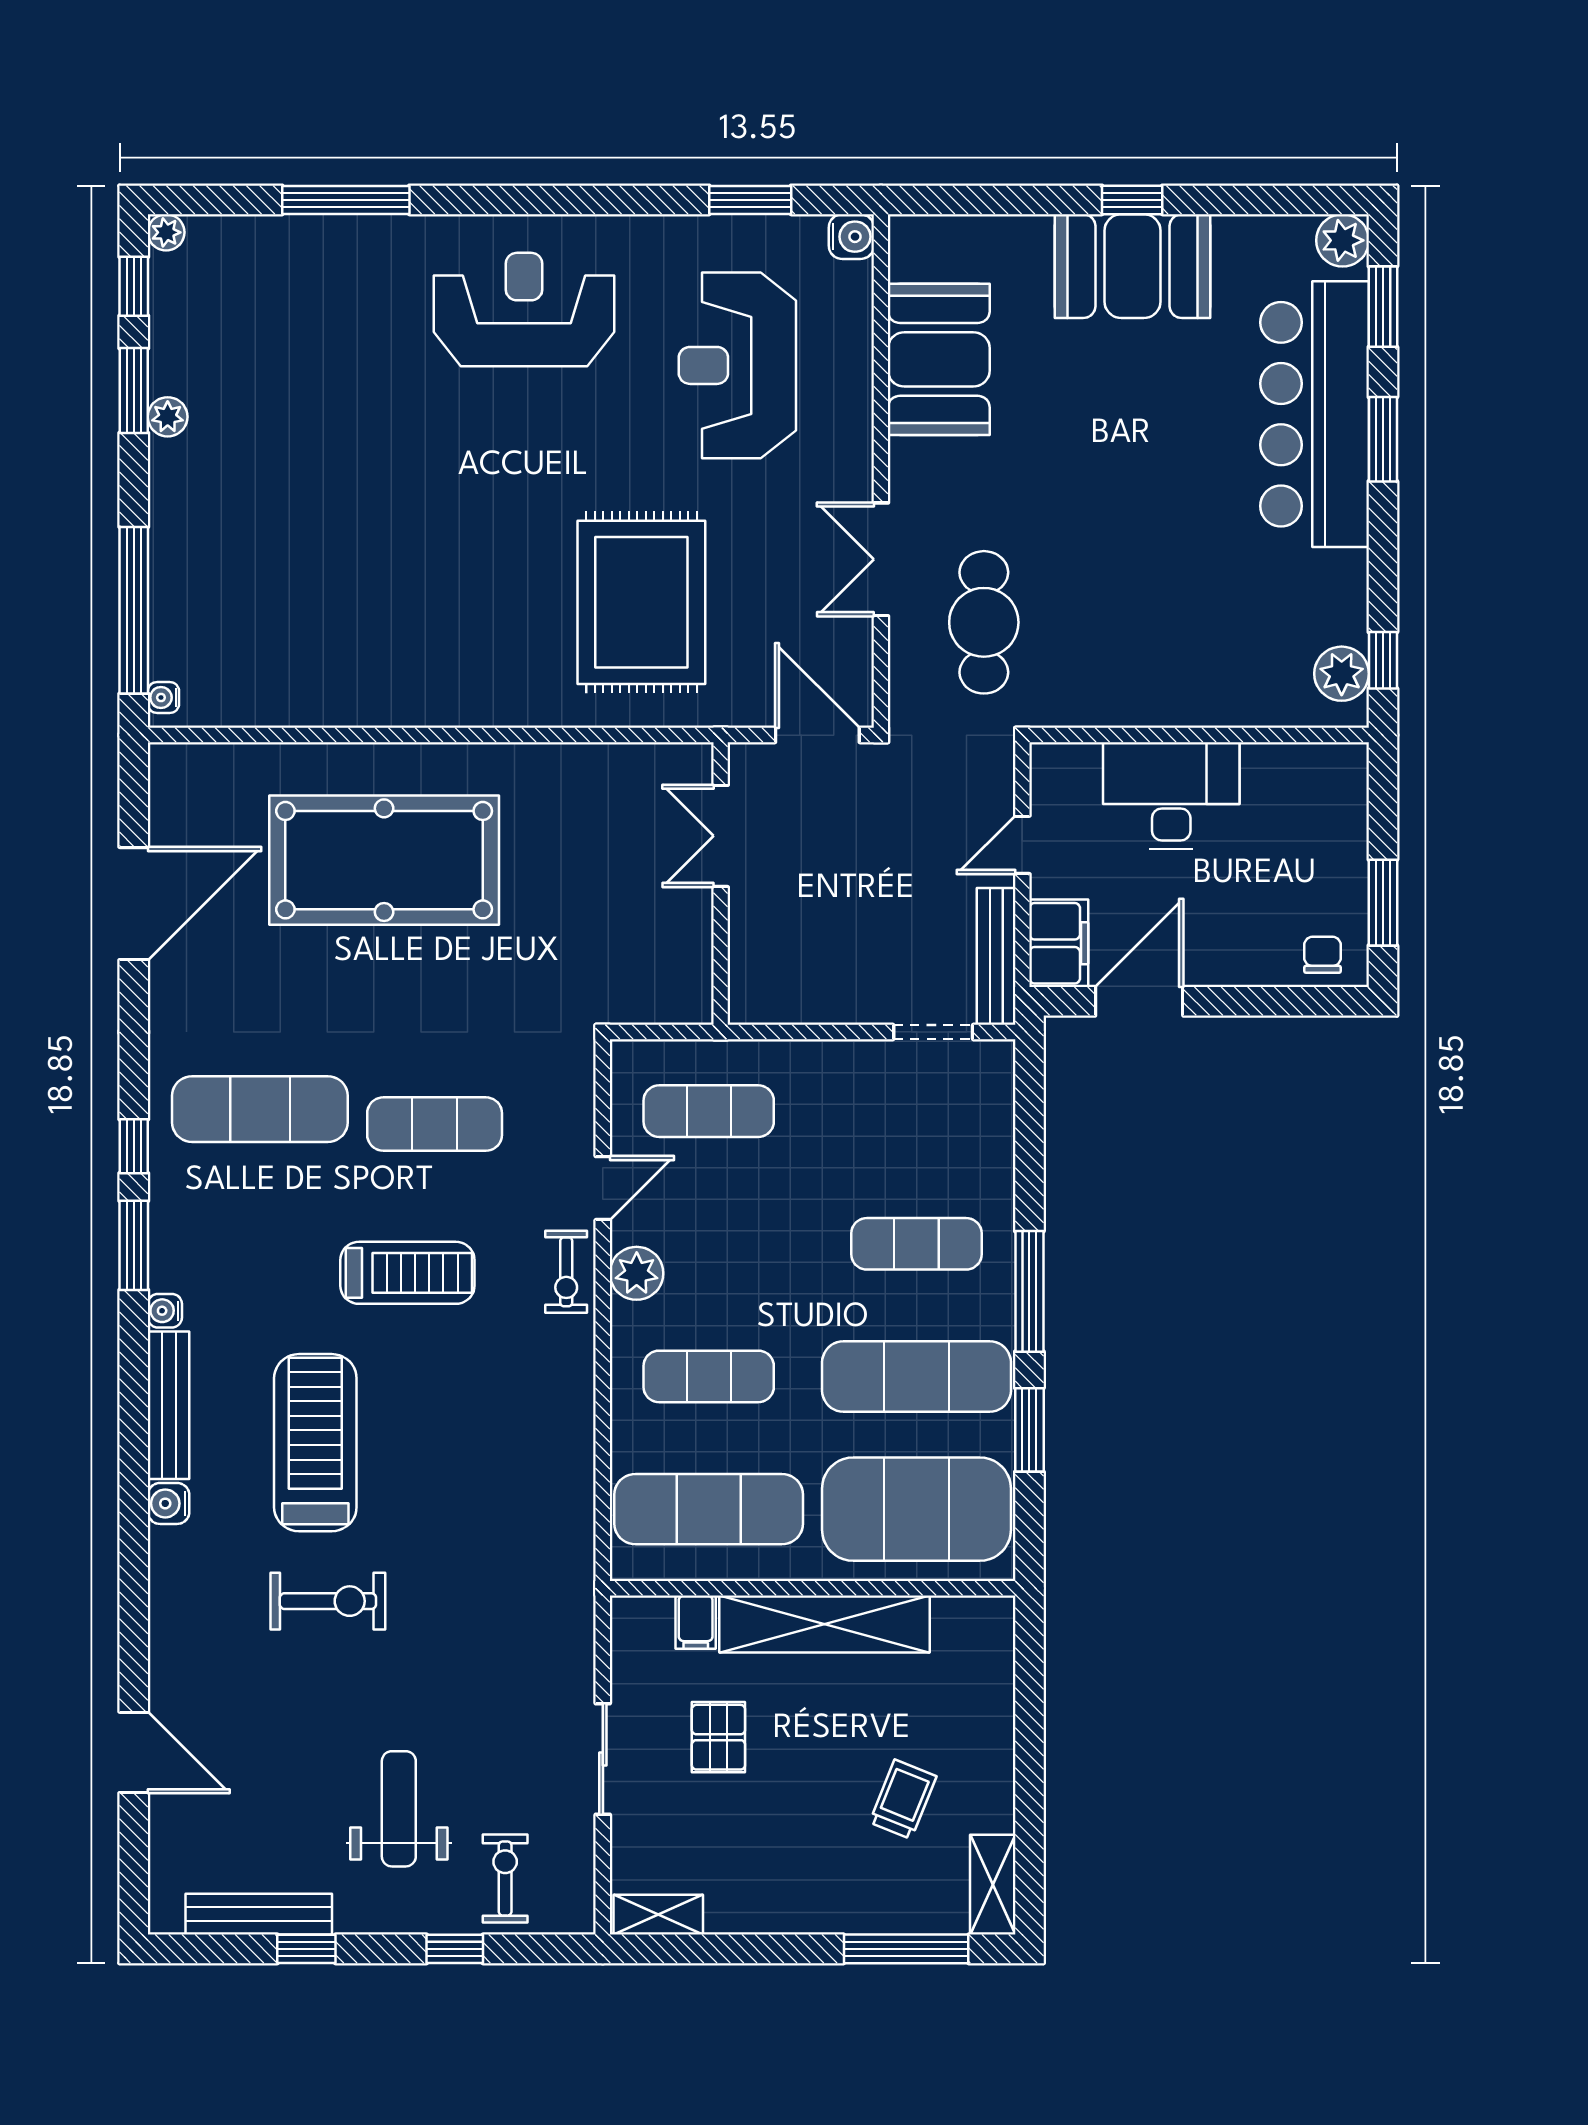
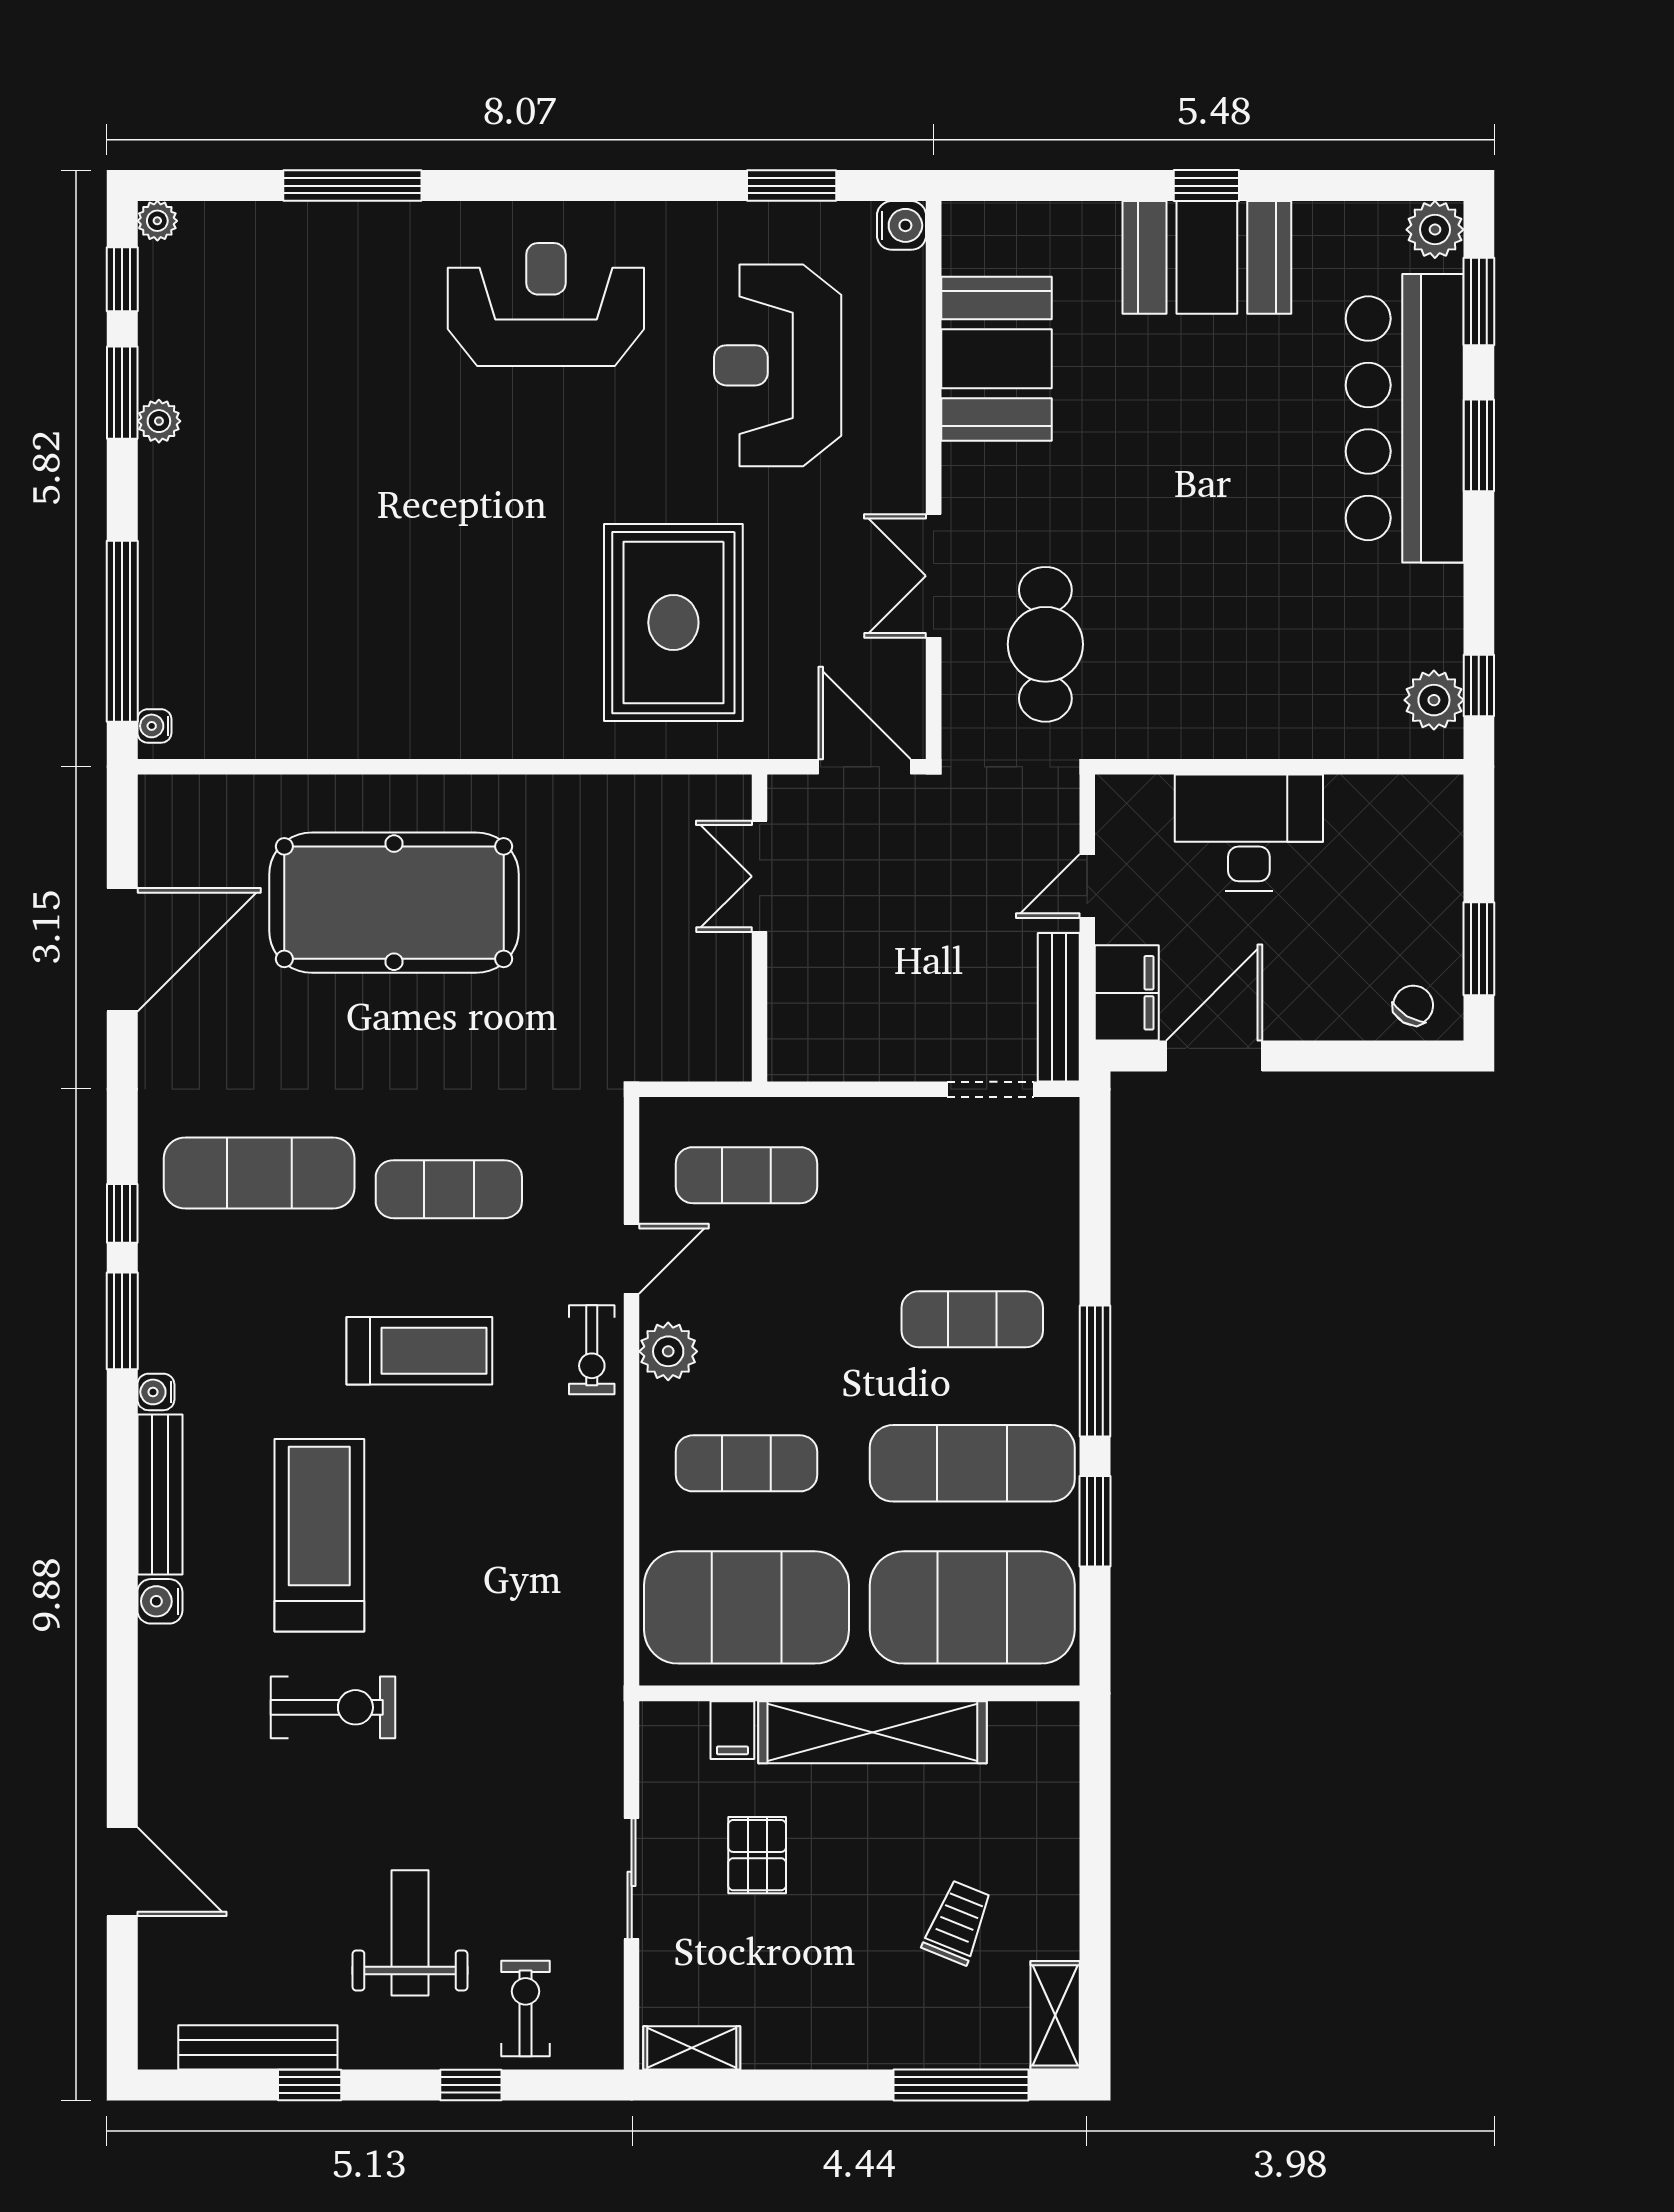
chair: (1323, 955) -> (1413, 1005), turned 31
exercise mat: (709, 1509) -> (747, 1607), width x1.47

